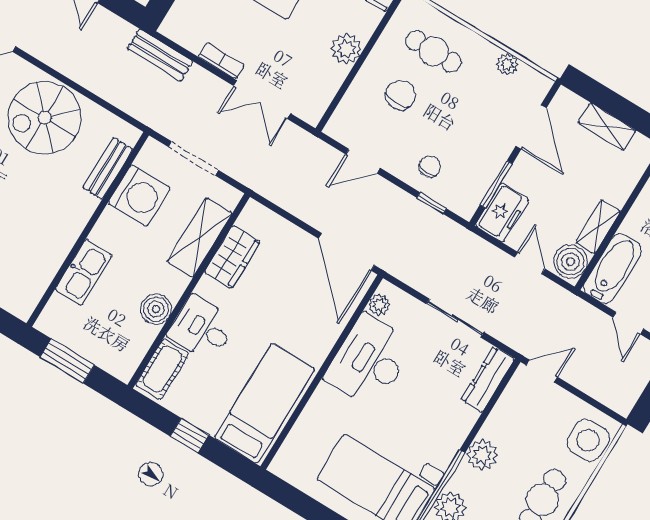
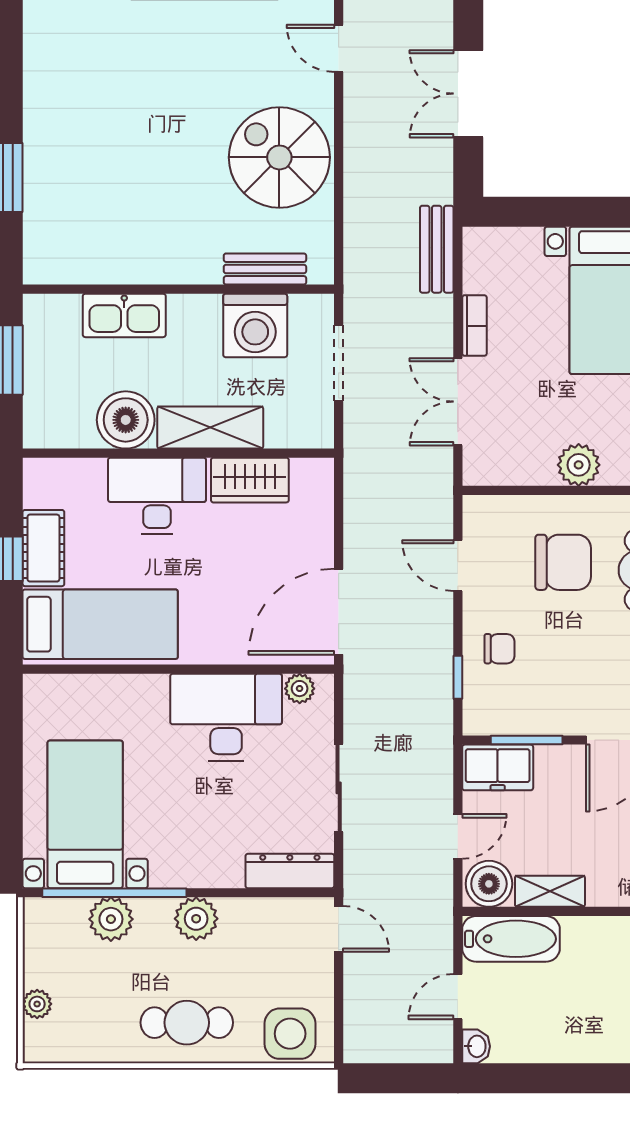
chair: (400, 95) -> (563, 562), width x1.37, depth x1.37
shelving: (200, 238) -> (210, 428), moved
boiler: (156, 309) -> (126, 420), width x1.37, depth x1.37
desk: (202, 328) -> (157, 496), width x1.37
cot: (162, 369) -> (43, 548), moved, turned 90

